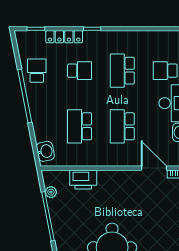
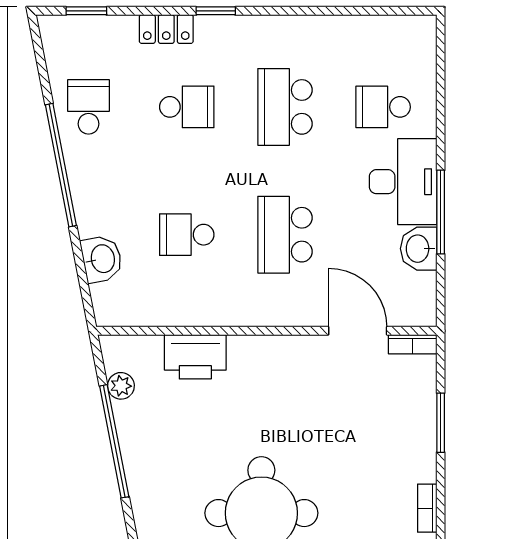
locker: (64, 37) -> (166, 29), width x0.66
school desk: (80, 126) -> (187, 235), width x0.54
washbasin: (45, 151) -> (102, 259), moved

